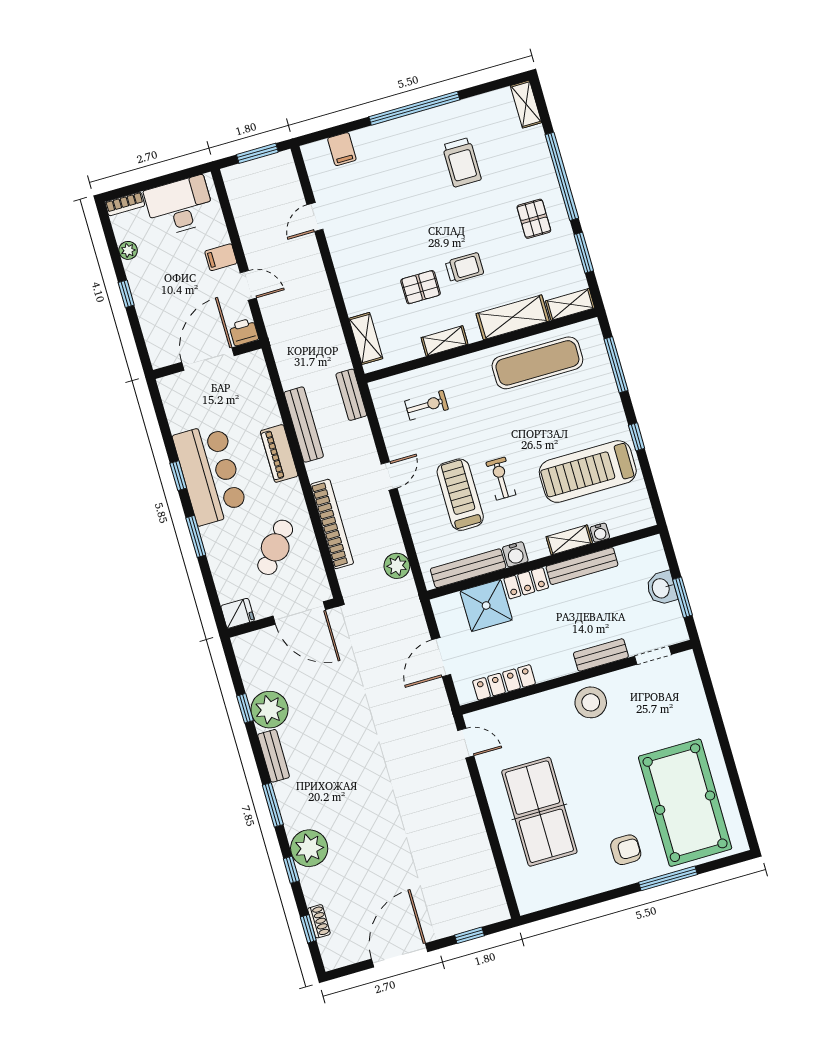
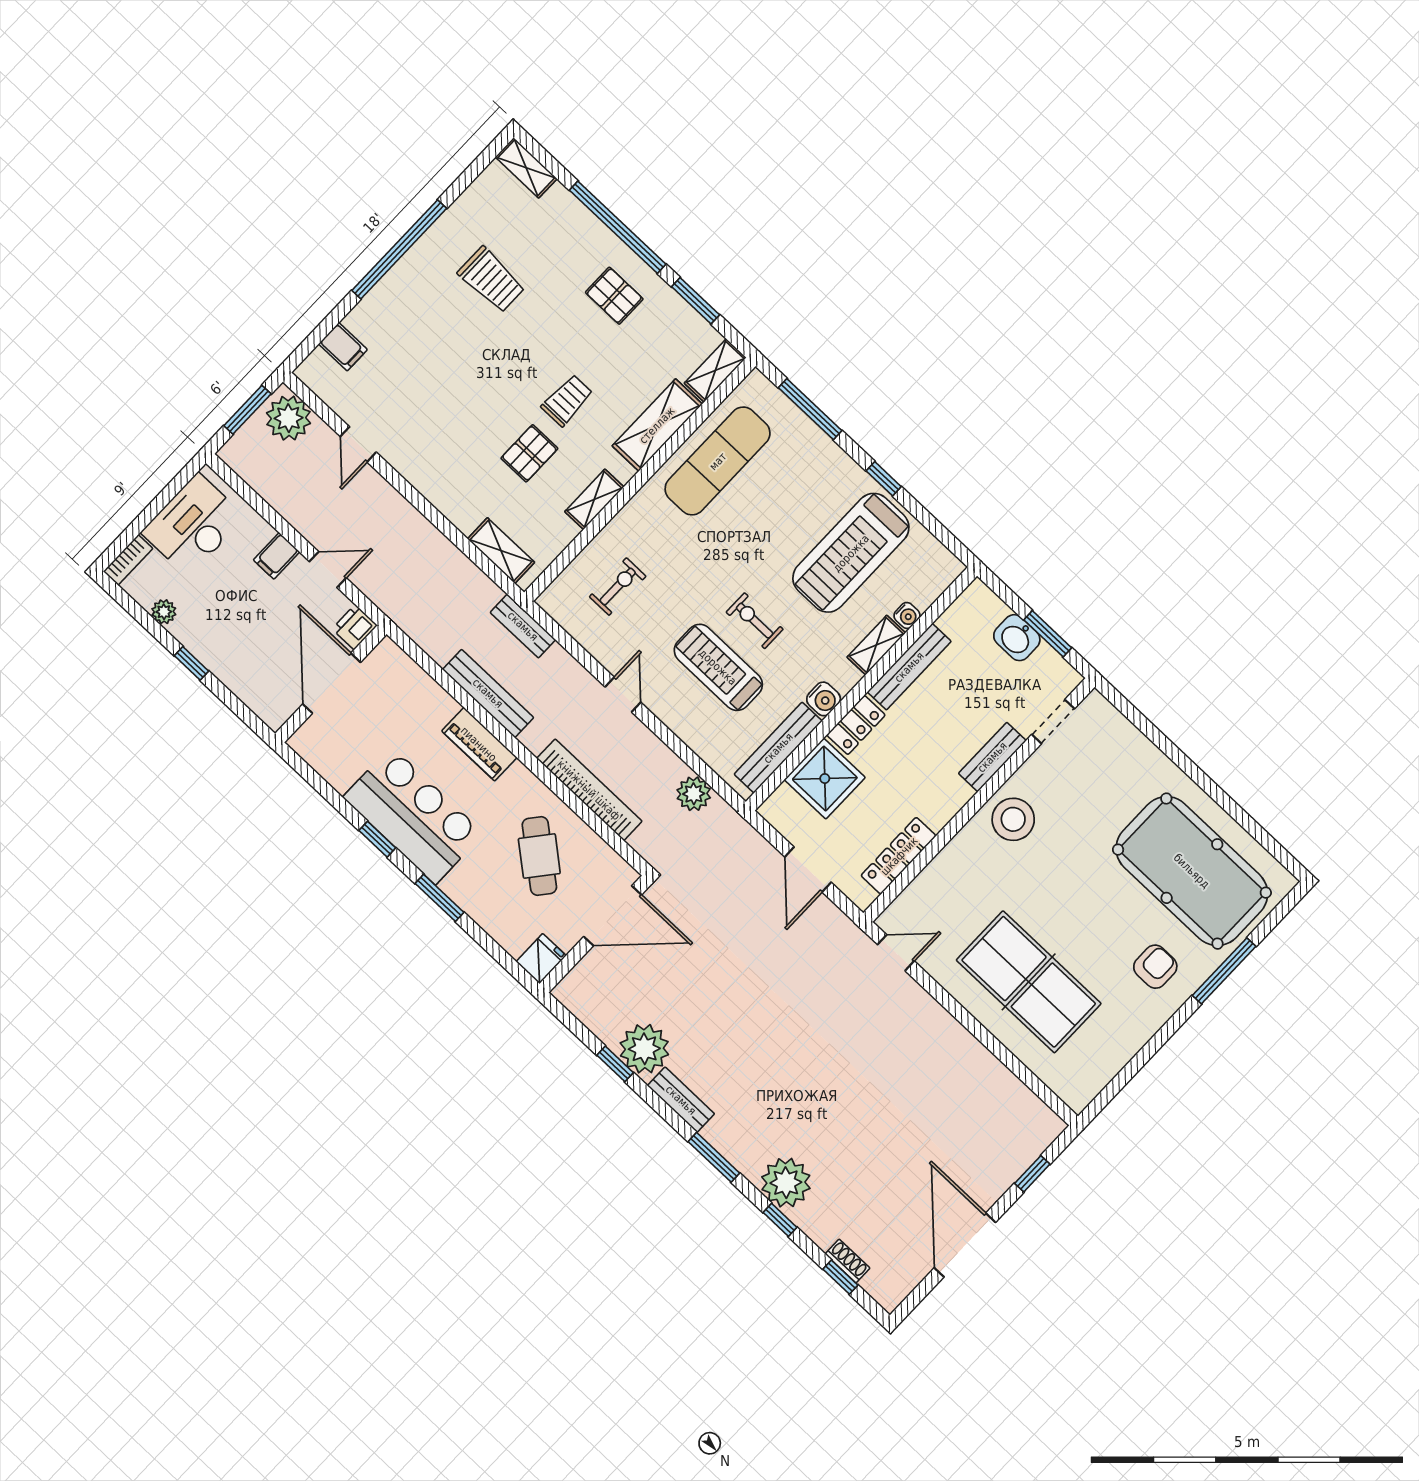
plant: (280, 174) -> (289, 418), added

